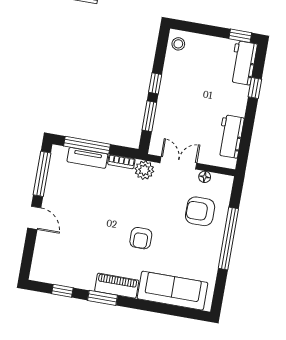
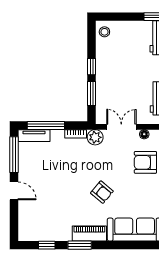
tv unit: (87, 158) -> (34, 136), moved
armchair: (141, 238) -> (102, 192), turned -50

